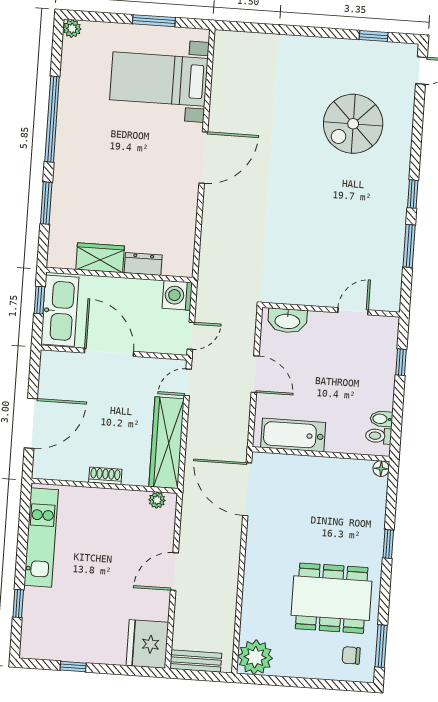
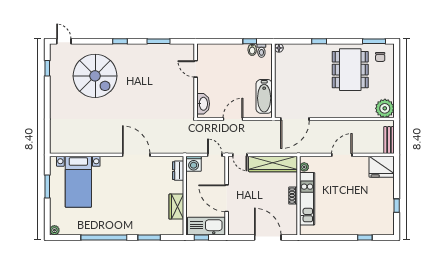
spiral stairs: (353, 124) -> (95, 76), width x1.37, depth x1.37
door: (203, 158) -> (136, 155), moved
window: (413, 194) -> (120, 41), moved
dresser: (143, 264) -> (178, 171), moved
door: (109, 352) -> (227, 198), hinge flipped
window: (401, 362) -> (250, 41), moved
kitchen unit: (41, 538) -> (307, 199), moved, turned 90
door: (174, 572) -> (342, 155), swing flipped

